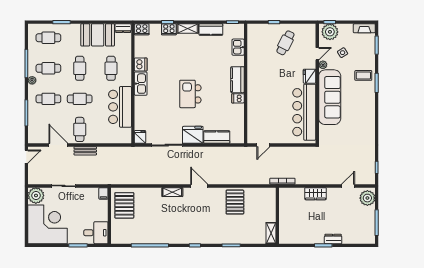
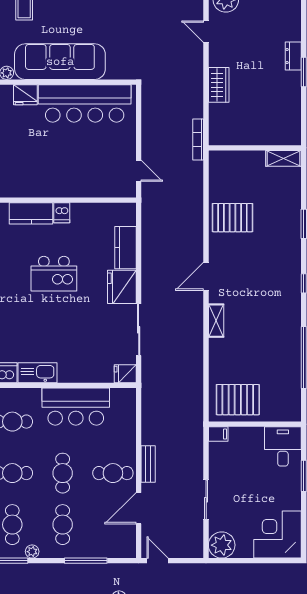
kitchen island: (190, 94) -> (54, 274), moved
corner desk: (48, 224) -> (278, 535), width x0.74, depth x0.74

